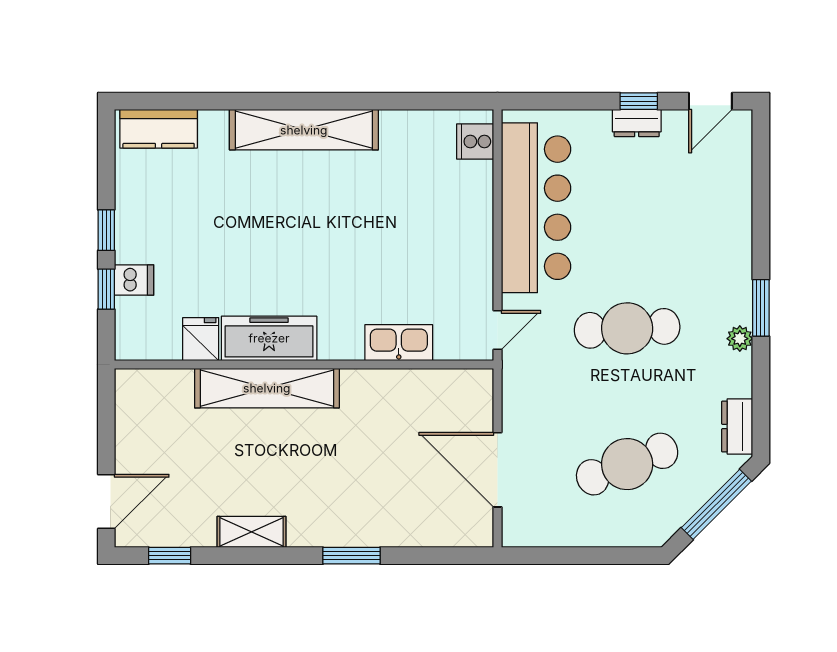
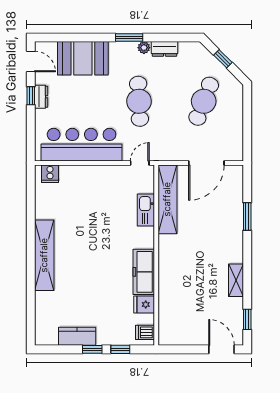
kitchen counter: (159, 129) -> (77, 336), moved, turned -90
booth: (717, 211) -> (83, 58), added
dishwasher: (134, 280) -> (145, 332), moved, turned -90
door: (498, 330) -> (140, 163), hinge flipped
shelving: (267, 388) -> (167, 199), moved
dresser: (737, 426) -> (164, 49), moved
cafe table: (627, 464) -> (204, 101), turned 42
window: (716, 504) -> (223, 59), width x0.46
window: (352, 556) -> (247, 216), moved

